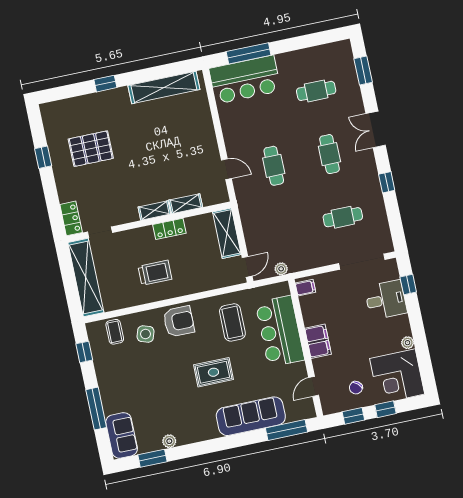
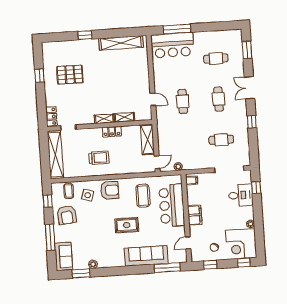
armchair: (117, 370) -> (67, 215), added
window: (385, 409) -> (244, 263), moved

